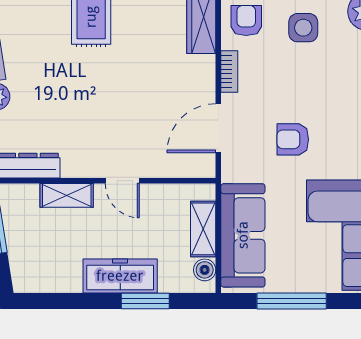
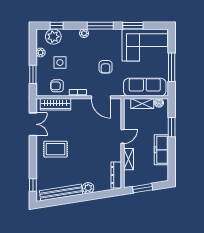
freezer: (120, 276) -> (161, 150), moved

